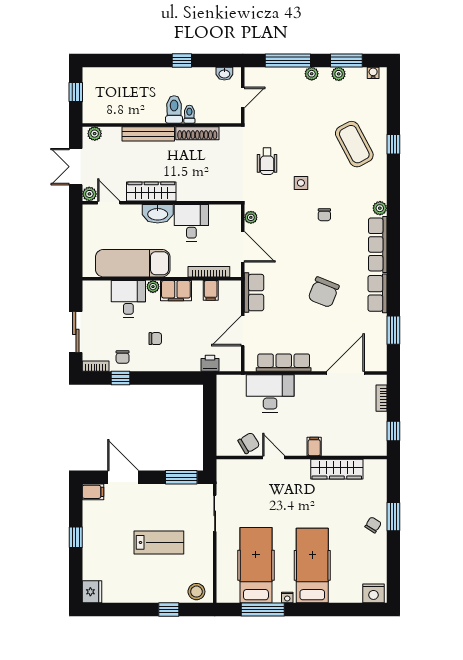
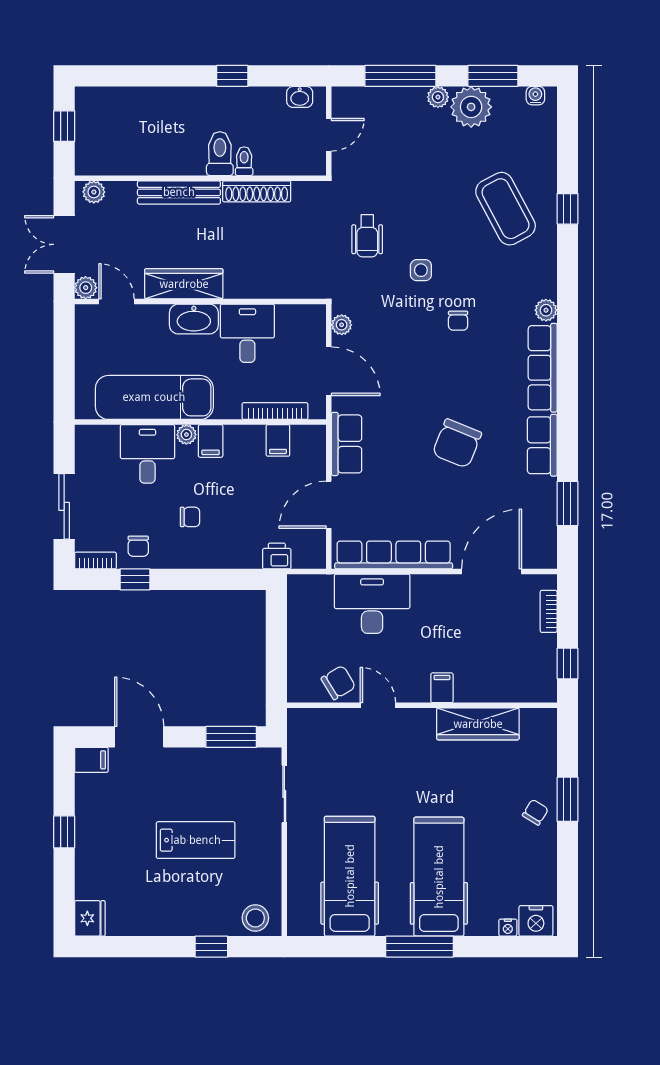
plant: (339, 74) -> (471, 107), width x1.88, depth x1.88
filing cabinet: (176, 291) -> (211, 441), width x0.50
row of seats: (284, 363) -> (394, 555), width x1.36
nightstand: (287, 598) -> (508, 928), moved
window: (263, 610) -> (420, 947), moved

